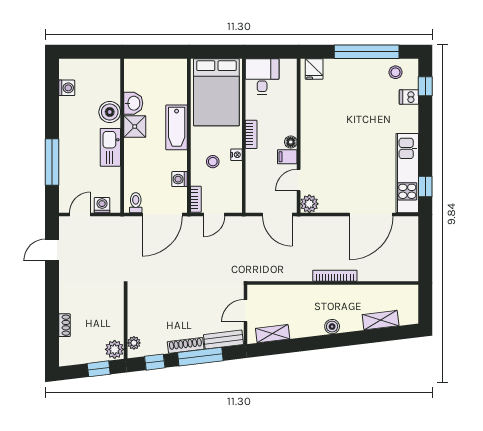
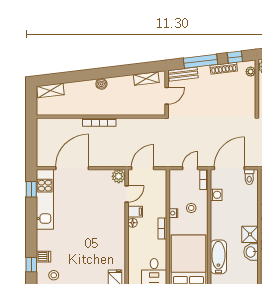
bathtub: (177, 127) -> (218, 257), moved
door: (277, 214) -> (143, 168), hinge flipped
shelving: (381, 320) -> (50, 90), moved
shoe rack: (186, 345) -> (224, 68), moved

